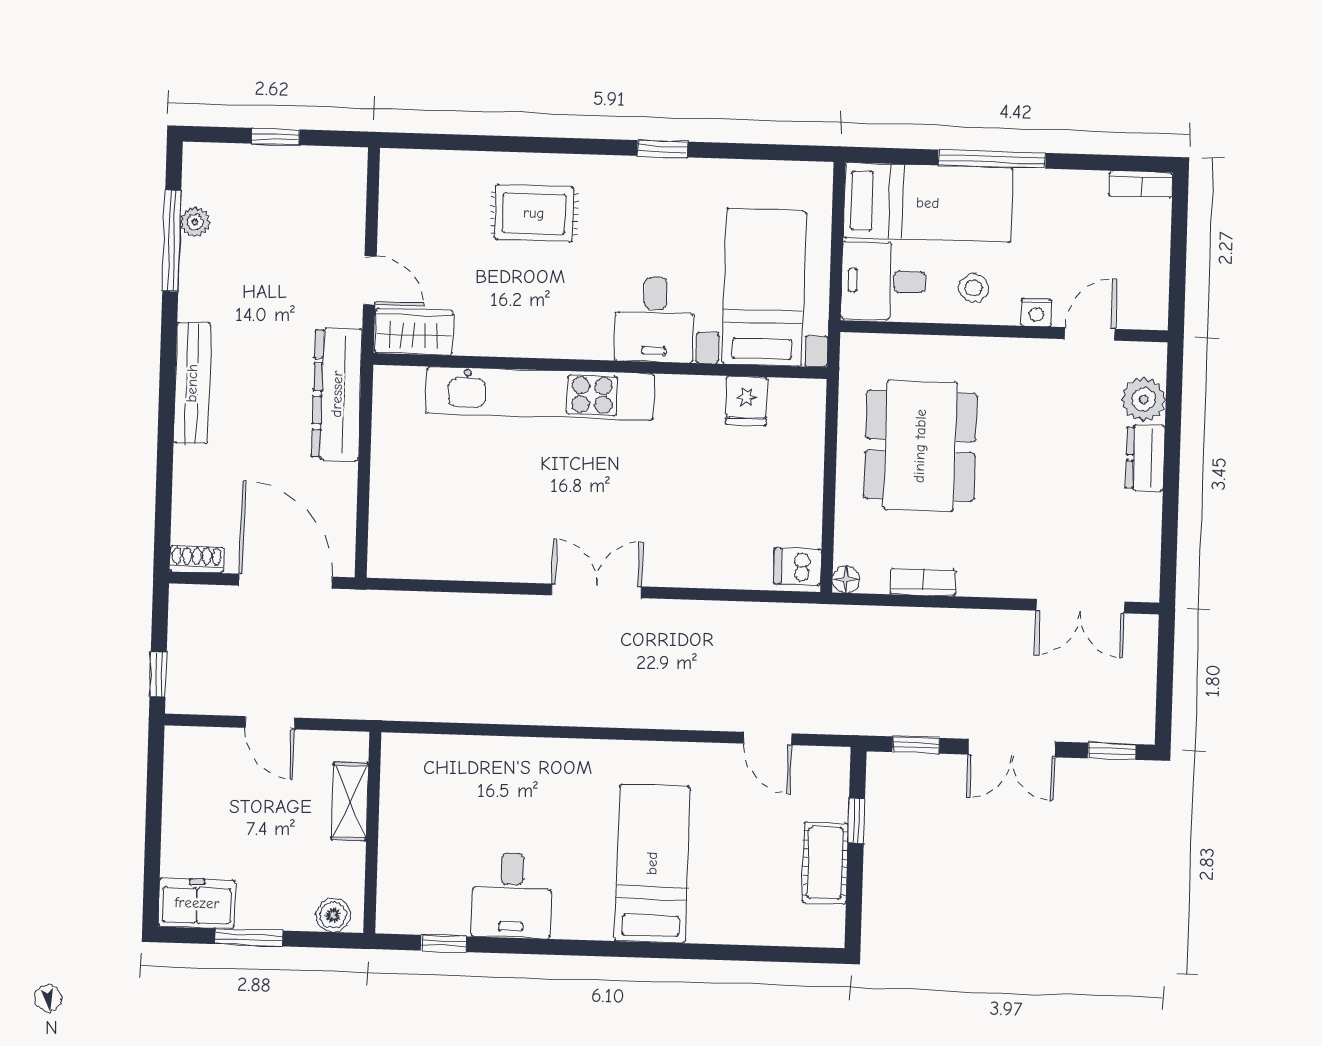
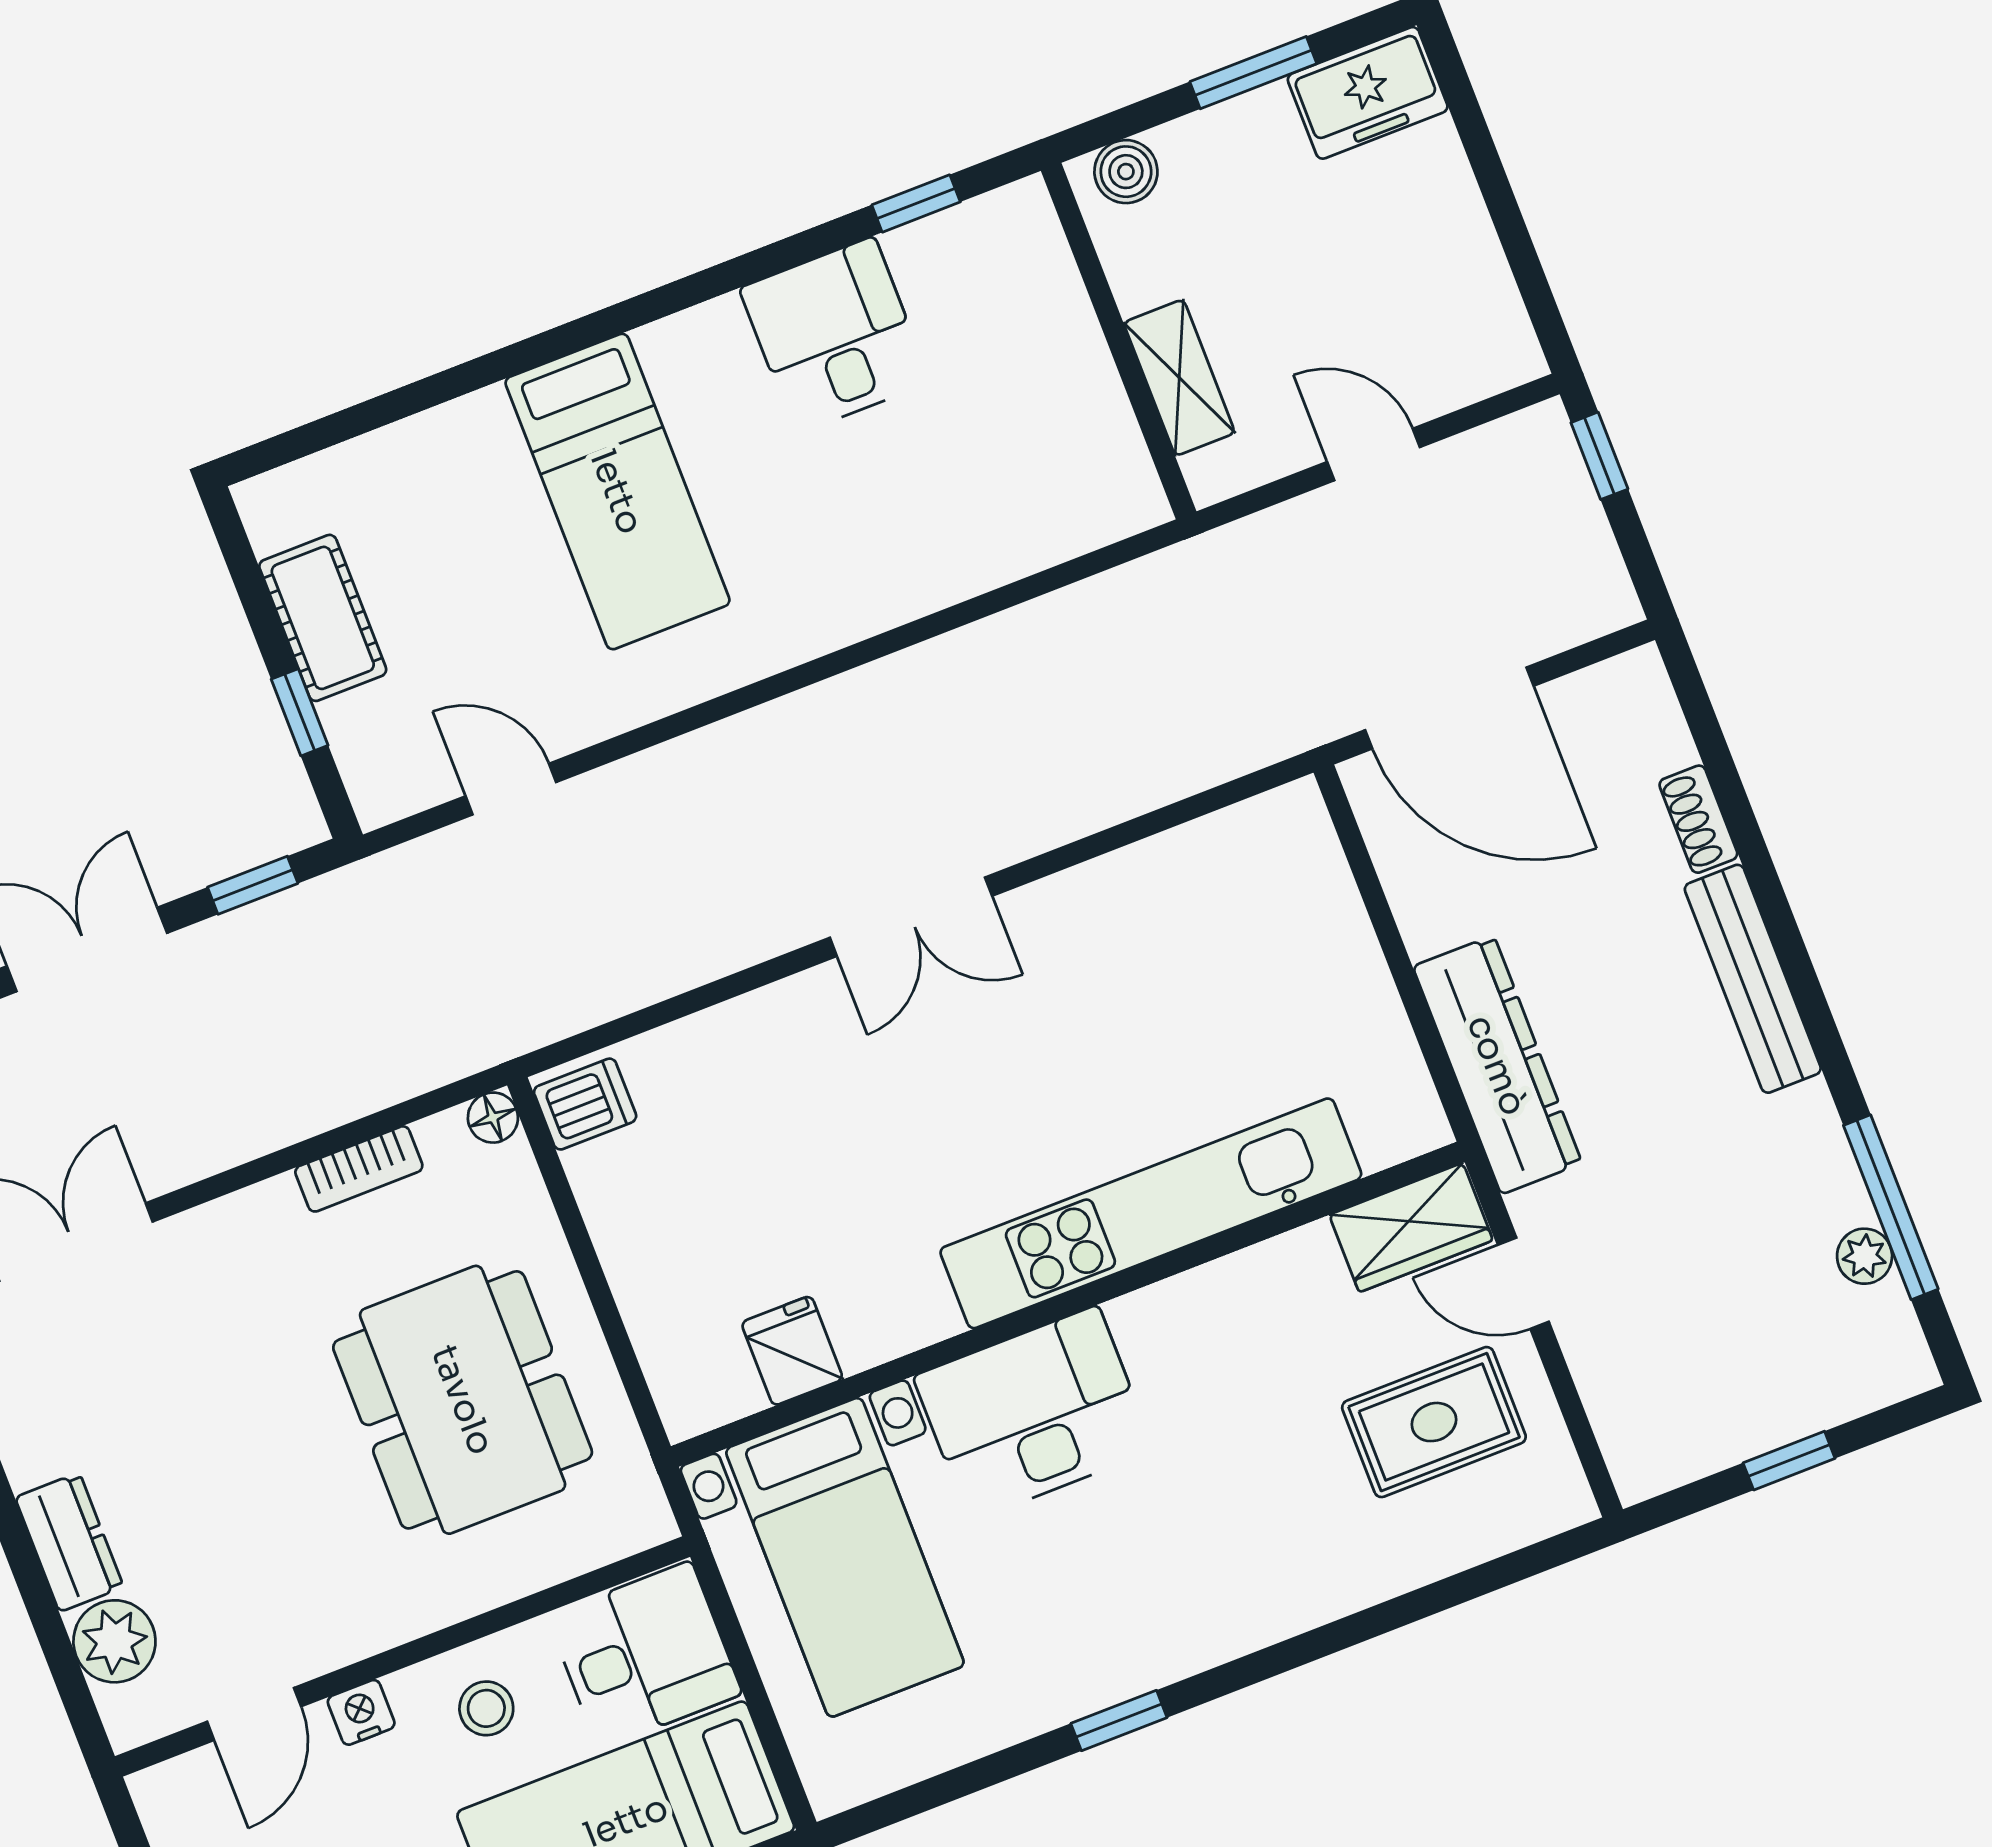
rug: (534, 213) -> (1434, 1422), moved
desk: (655, 319) -> (1034, 1413), width x1.37
shoe rack: (197, 559) -> (1698, 819), moved, turned 90

